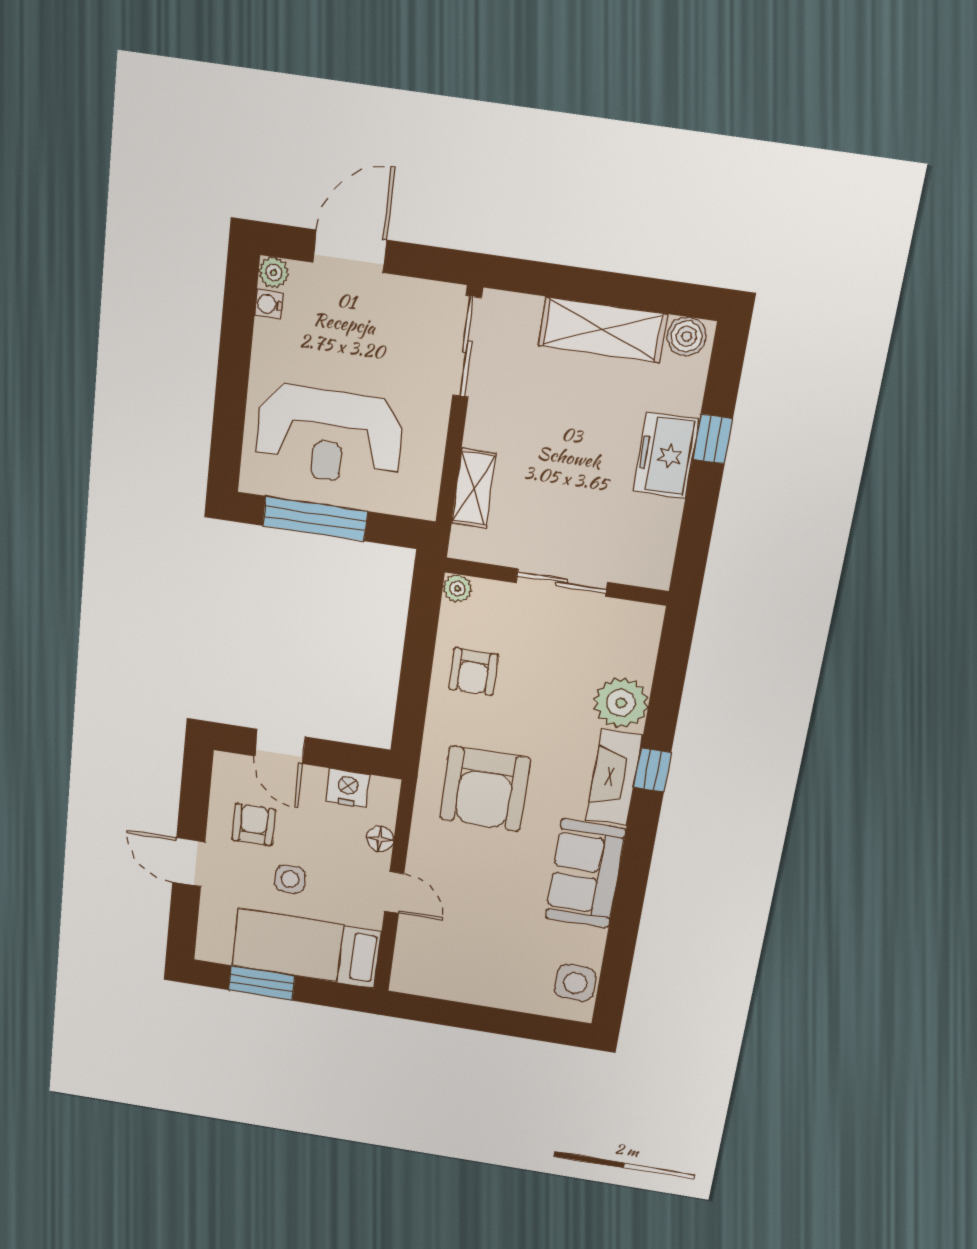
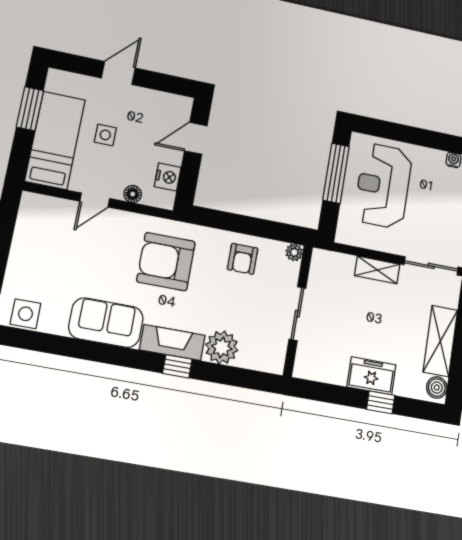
shelving: (474, 488) -> (377, 270), moved
armchair: (473, 672) -> (243, 259), turned -90
armchair: (254, 825) -> (144, 116), removed

